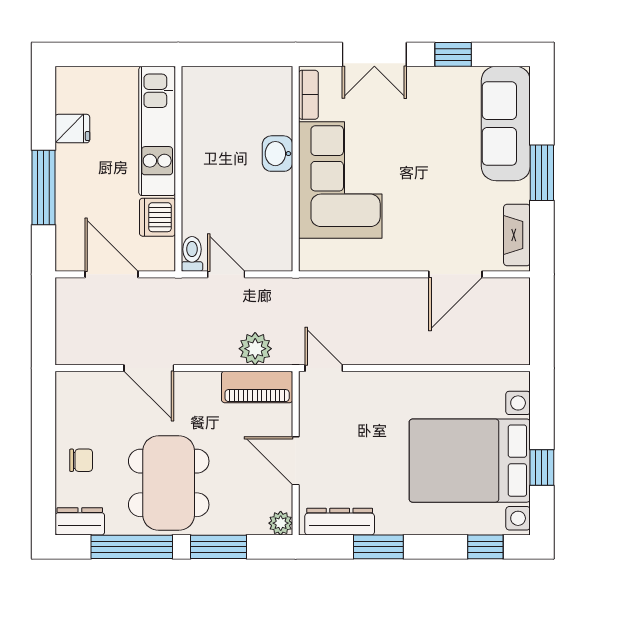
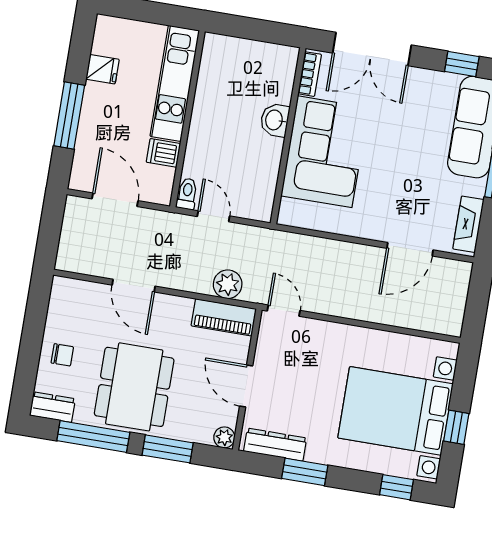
double door: (374, 54) -> (372, 49), width x1.37
window: (453, 54) -> (462, 64), moved
dishwasher: (157, 217) -> (163, 153), width x0.73

